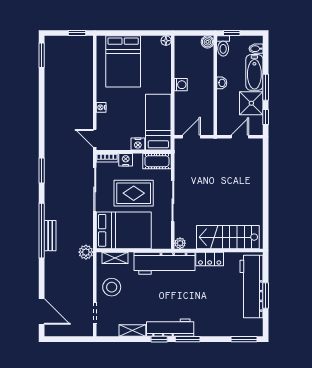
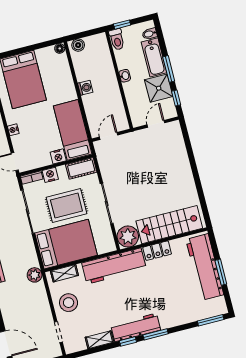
boiler: (207, 42) -> (78, 45), moved
plant: (180, 243) -> (128, 237), width x1.87, depth x1.87

